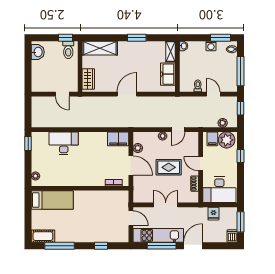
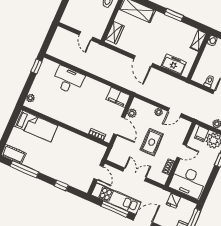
freezer: (168, 74) -> (174, 64), moved, turned 90
door: (127, 94) -> (143, 61), swing flipped
door: (201, 164) -> (182, 151), swing flipped
rug: (169, 167) -> (152, 142), turned 90

